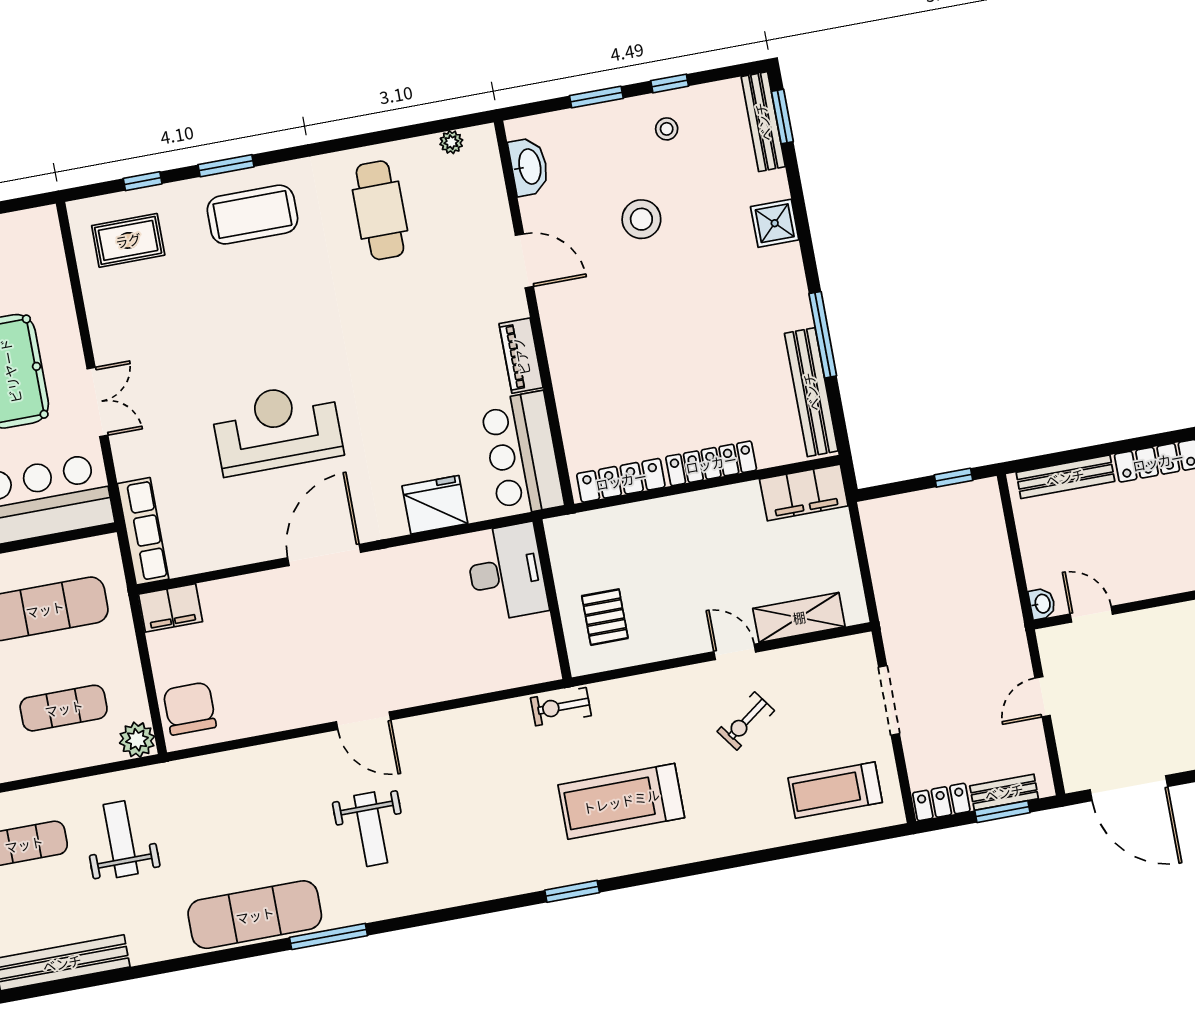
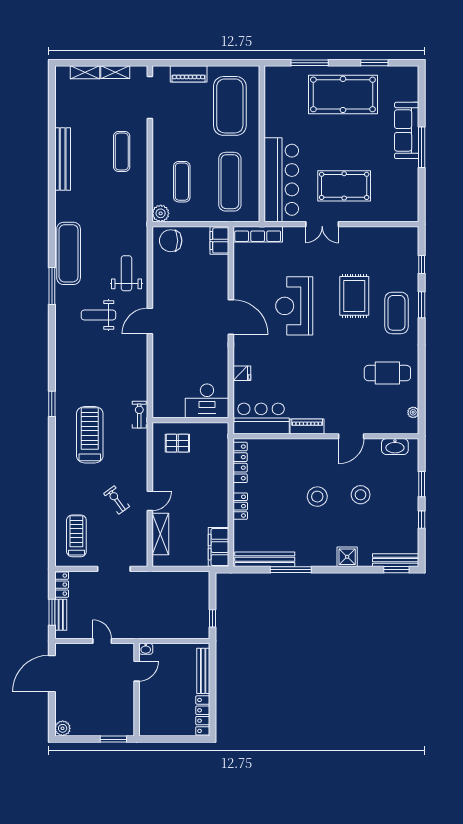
stool: (667, 129) -> (317, 497), moved, width x1.89, depth x1.89
rug: (128, 240) -> (354, 296), moved, width x1.36, depth x1.43
reception desk: (277, 428) -> (294, 306), turned 180
locker: (711, 463) -> (240, 506), width x0.66
fridge: (435, 505) -> (242, 373), width x0.53, depth x0.75
chair: (190, 708) -> (171, 241), turned 180
weight bench: (121, 839) -> (126, 273), moved, turned -90

